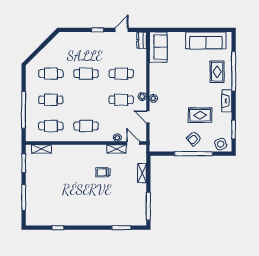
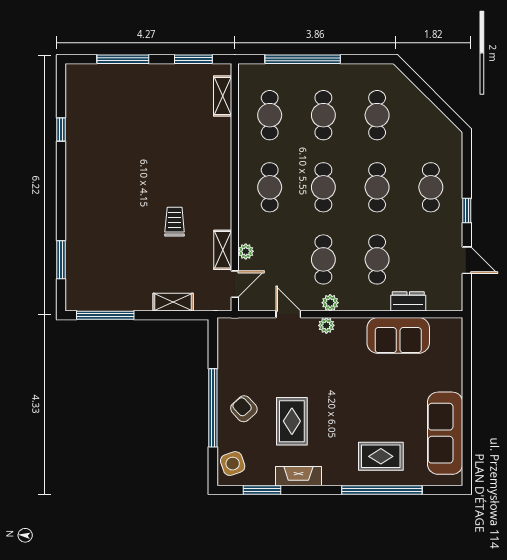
dresser: (142, 40) -> (408, 301), moved
cafe table: (86, 47) -> (431, 187), added
sofa: (158, 47) -> (398, 335), moved
cafe table: (86, 100) -> (323, 187), added
fireplace: (227, 101) -> (298, 476), moved
door: (148, 117) -> (288, 314), hinge flipped

